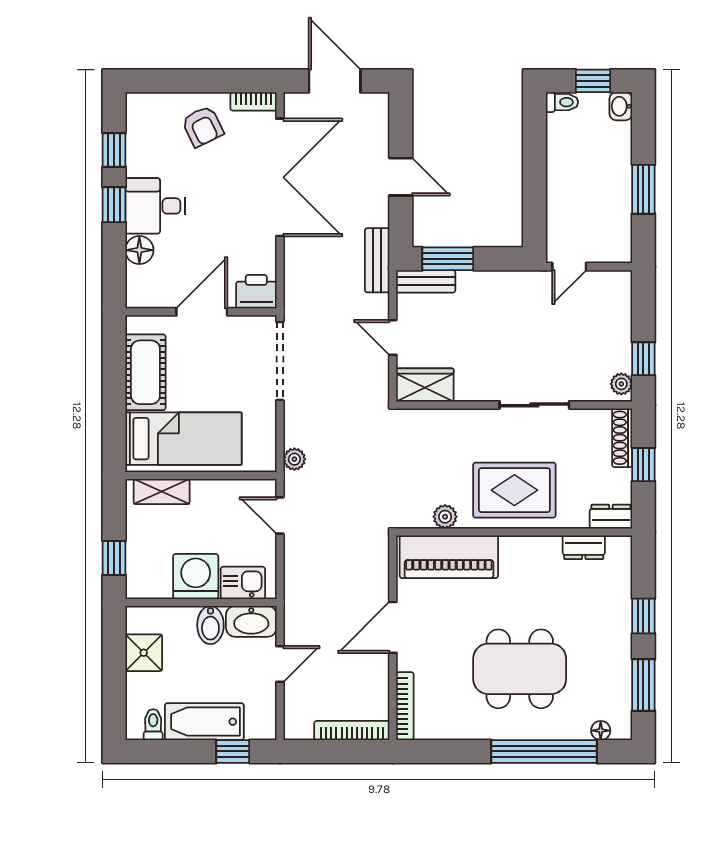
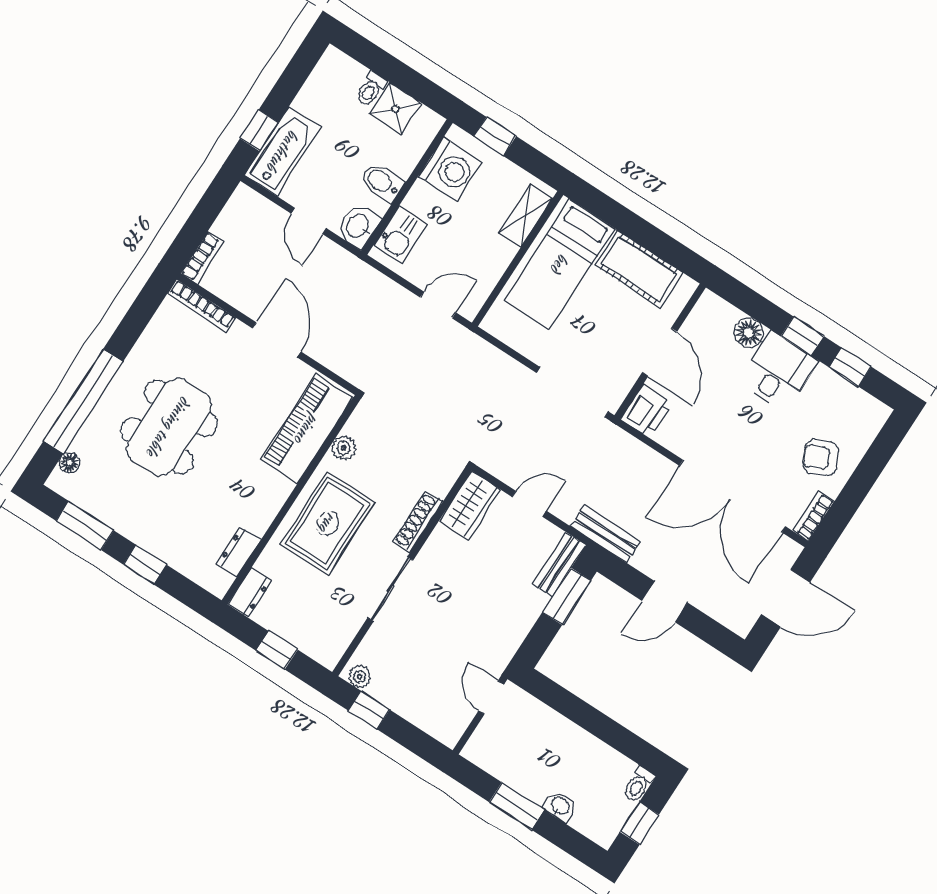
washbasin: (621, 106) -> (560, 806), moved
shoe rack: (622, 438) -> (418, 521), moved, turned -90
plant: (294, 459) -> (479, 349), removed
washing machine: (196, 577) -> (450, 169), moved
washbasin: (251, 621) -> (358, 226), width x0.72
bathtub: (204, 722) -> (283, 151), moved
toilet: (153, 725) -> (371, 89), moved, turned 90
bookcase: (352, 731) -> (202, 258), width x0.64

